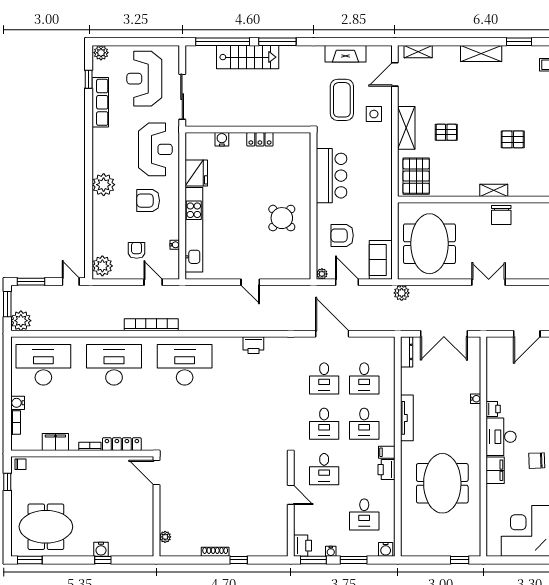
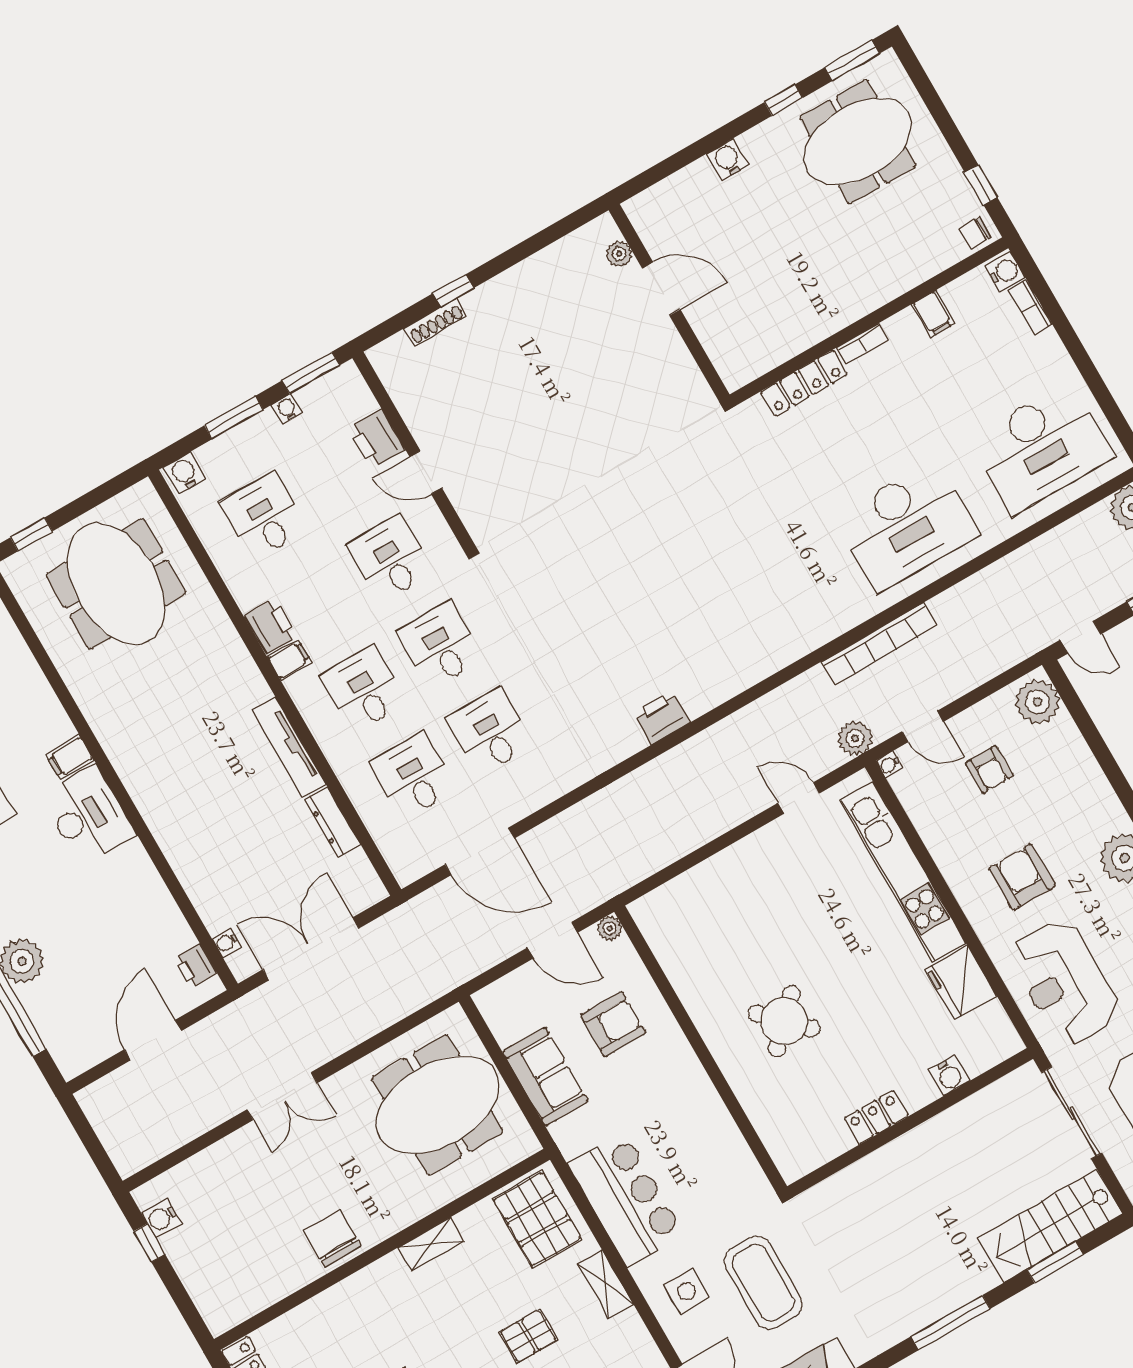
window: (223, 42) -> (1055, 1262), width x0.47
stairs: (248, 57) -> (1051, 1226), moved
shelving: (406, 128) -> (606, 1284), width x0.67, depth x0.75
bar counter: (332, 176) -> (626, 1199), moved, turned 180
shelving: (494, 190) -> (431, 1244), moved
armchair: (148, 201) -> (1022, 877), turned -90
round table: (282, 218) -> (784, 1021), moved
meeting table: (429, 244) -> (437, 1105), turned 90
water cooler: (175, 245) -> (889, 764), moved
sofa: (381, 260) -> (545, 1076), moved
door: (250, 282) -> (799, 798), moved
plant: (402, 293) -> (855, 738), moved
door: (332, 334) -> (480, 851), moved
dresser: (407, 352) -> (333, 822), moved
desk: (185, 365) -> (771, 604), removed
water cooler: (476, 399) -> (227, 943), moved
water cooler: (18, 403) -> (1005, 272), moved
printer: (493, 409) -> (195, 966), moved
filing cabinet: (55, 442) -> (933, 314), width x0.50
filing cabinet: (495, 470) -> (70, 757), width x0.50
door: (156, 473) -> (661, 289), moved
meeting table: (442, 483) -> (116, 584), moved
printer: (302, 546) -> (377, 439), moved
shoe rack: (215, 552) -> (435, 322), moved
window: (103, 560) -> (783, 100), moved

